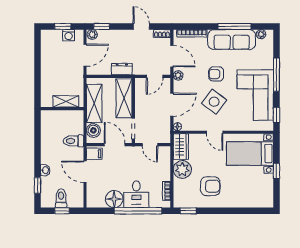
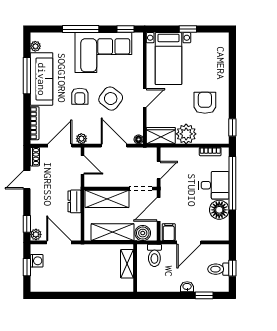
shelving: (66, 101) -> (127, 264), moved
wall: (62, 109) -> (135, 268), moved

